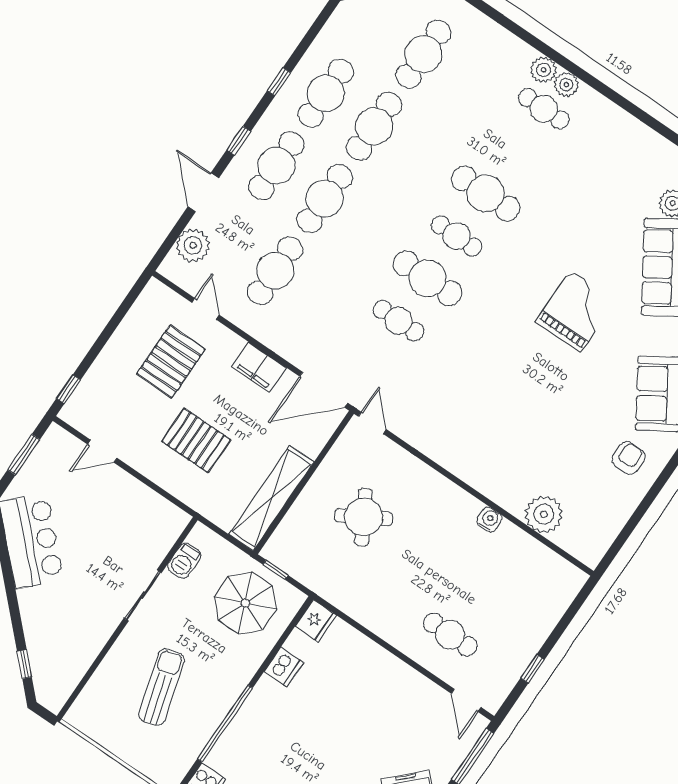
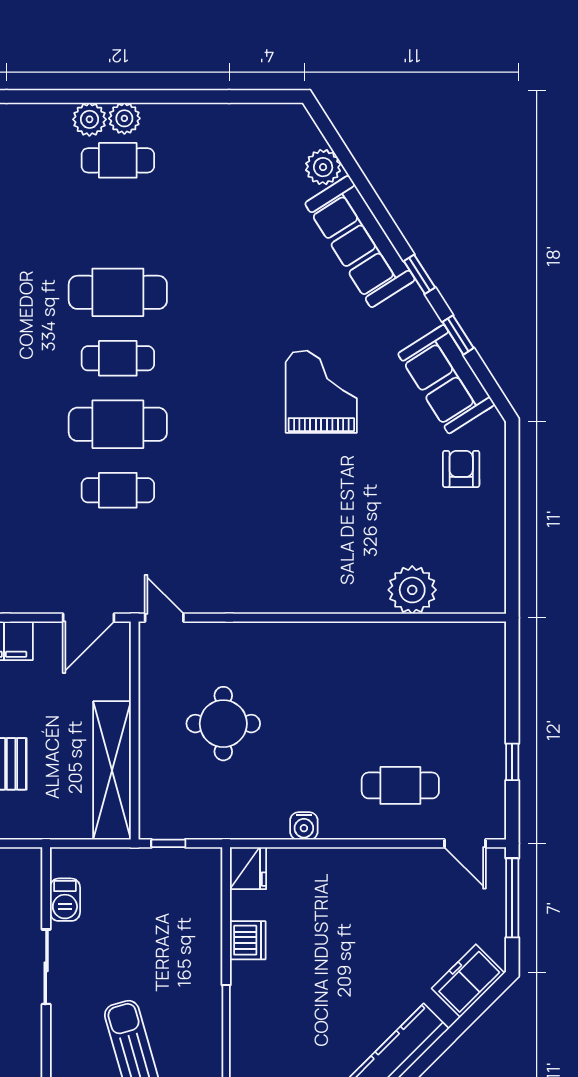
grand piano: (576, 311) -> (321, 392), moved
door: (324, 390) -> (89, 618), width x0.73
round table: (364, 517) -> (223, 724), turned 30
water cooler: (489, 520) -> (304, 826), moved, turned 180
parasol: (245, 603) -> (160, 900), removed

